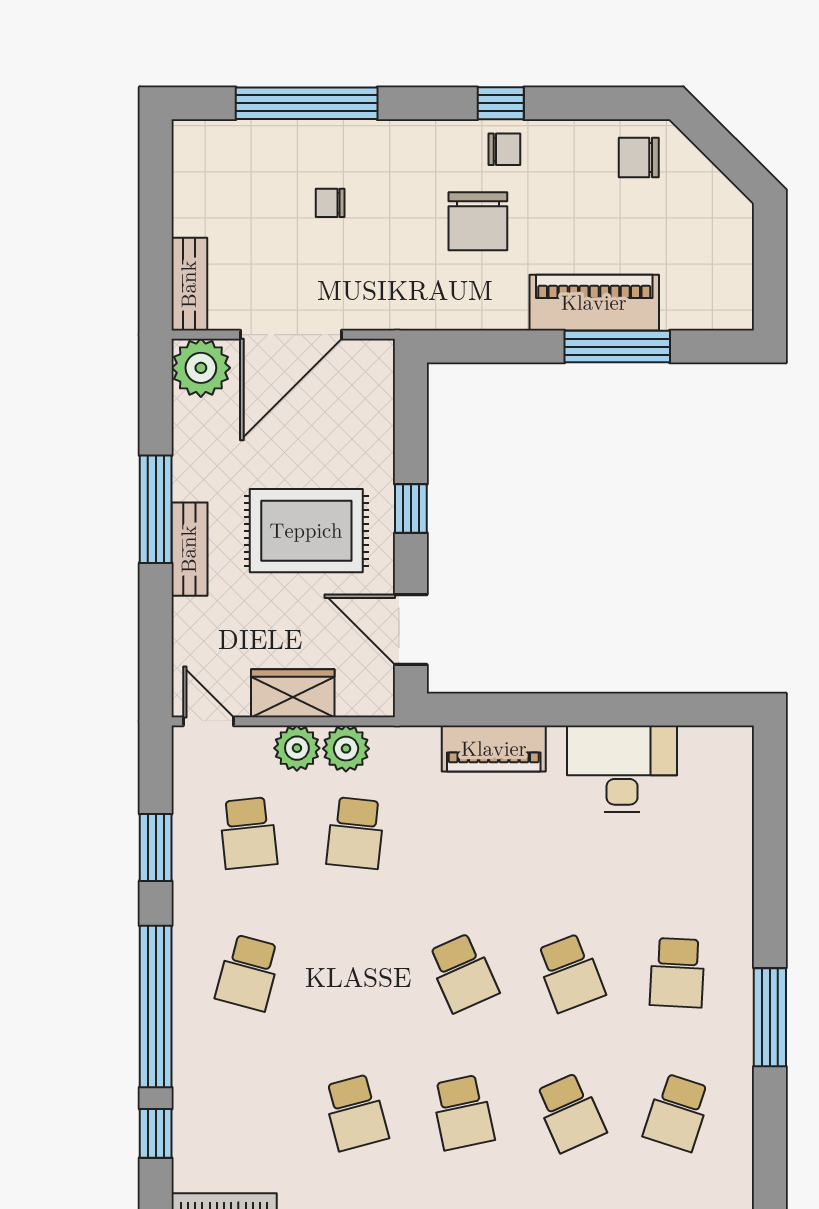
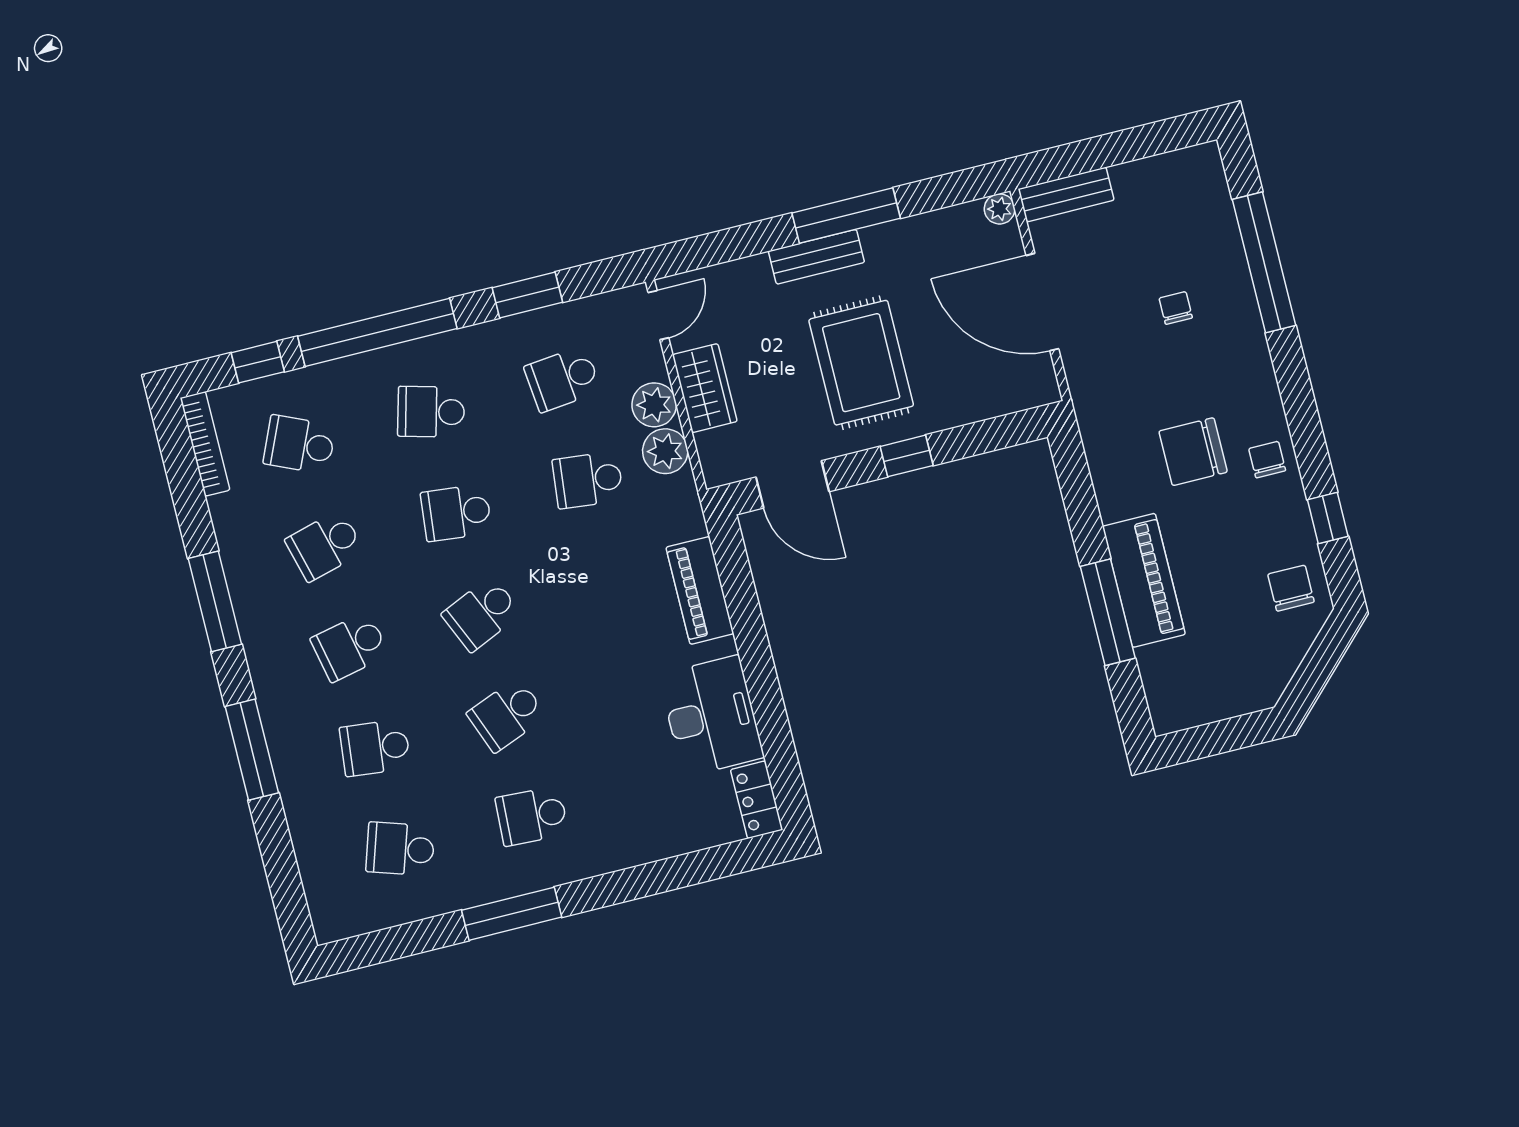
window: (501, 103) -> (1328, 518), moved
chair: (504, 149) -> (1267, 460), turned 180
plant: (201, 368) -> (1000, 209), width x0.53, depth x0.53
door: (411, 630) -> (793, 484), swing flipped
locker: (717, 744) -> (757, 800), added
school desk: (355, 973) -> (456, 513), added
school desk: (248, 1112) -> (299, 445), added
school desk: (570, 1112) -> (375, 748), turned 30

